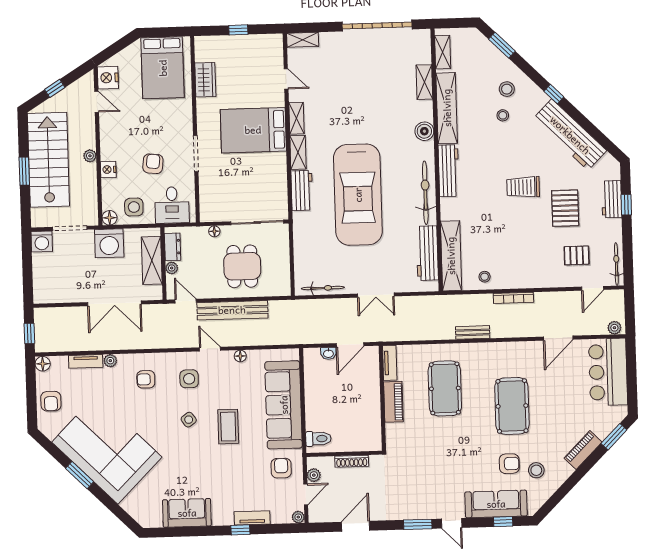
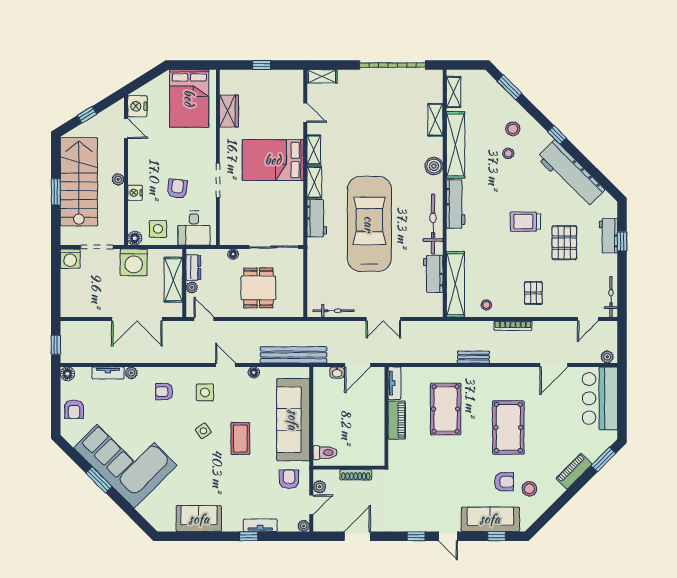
car: (358, 195) -> (369, 224), turned 180
workbench: (427, 253) -> (433, 274), width x0.73
pallet: (577, 255) -> (533, 293), moved, turned 90
bench: (232, 310) -> (294, 355), moved
window: (418, 524) -> (416, 536), width x0.67

